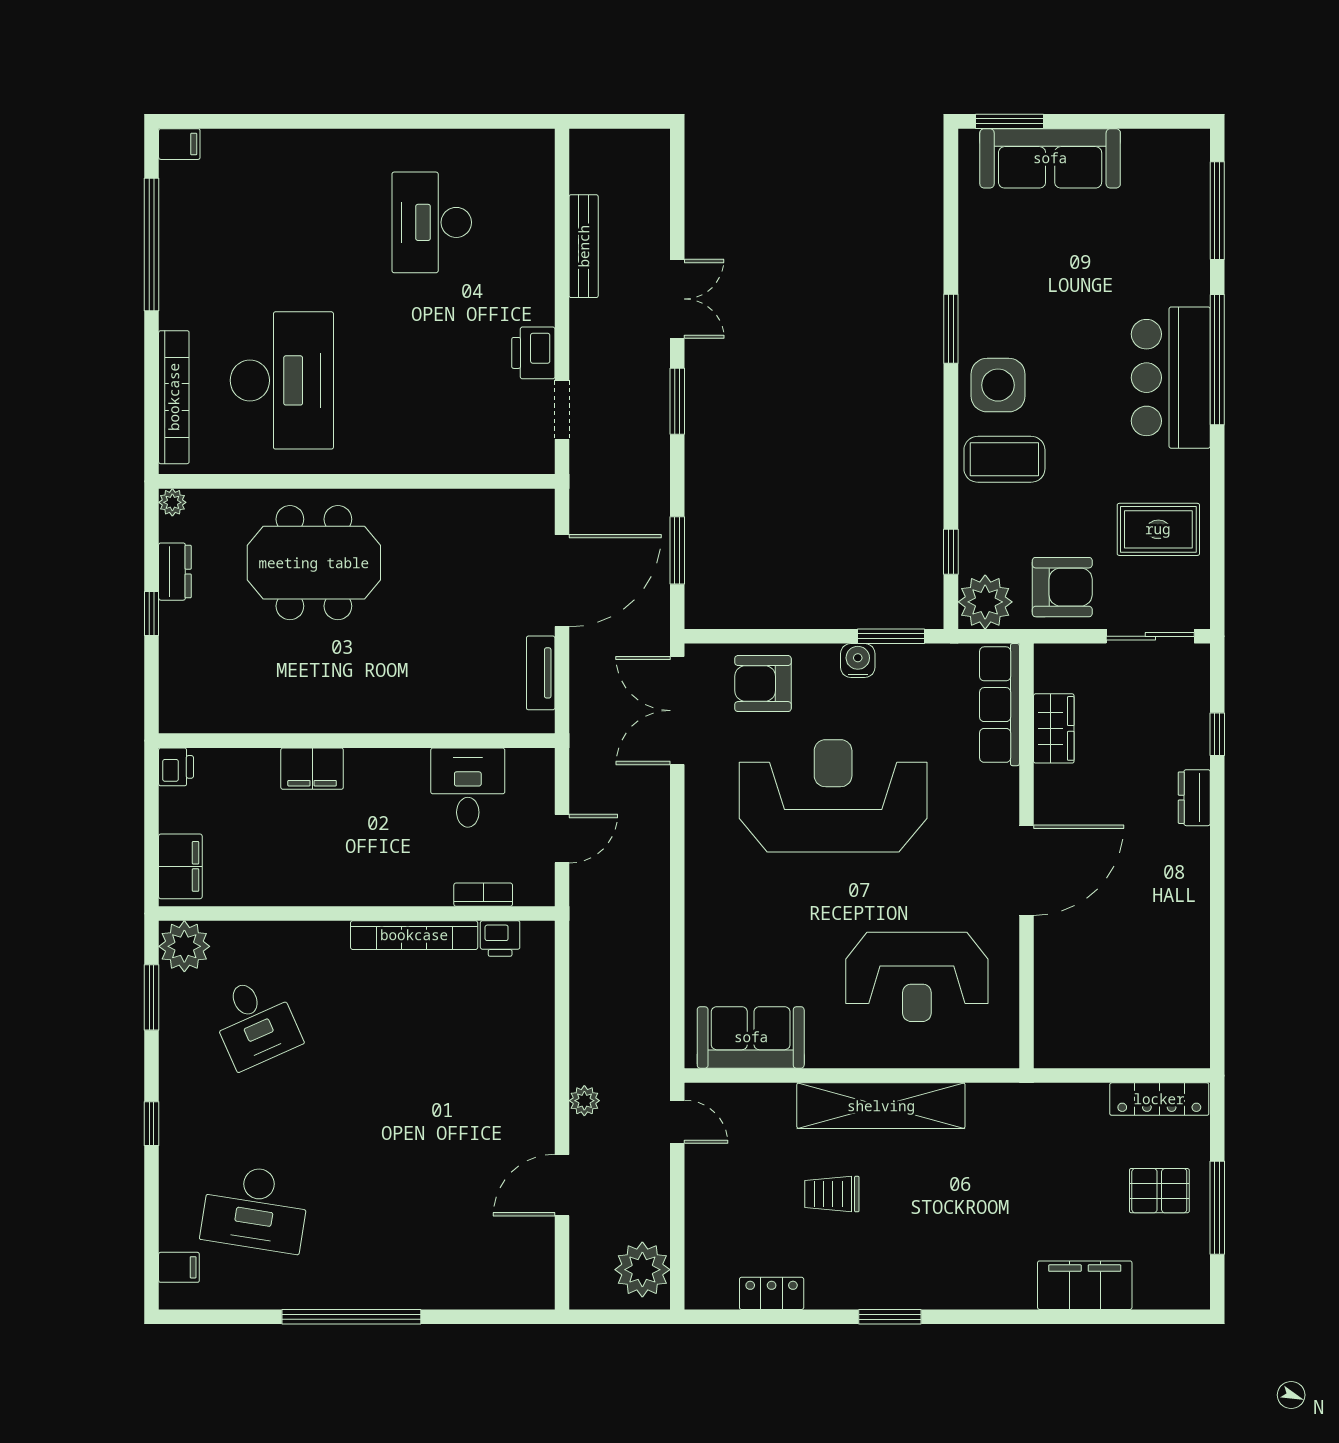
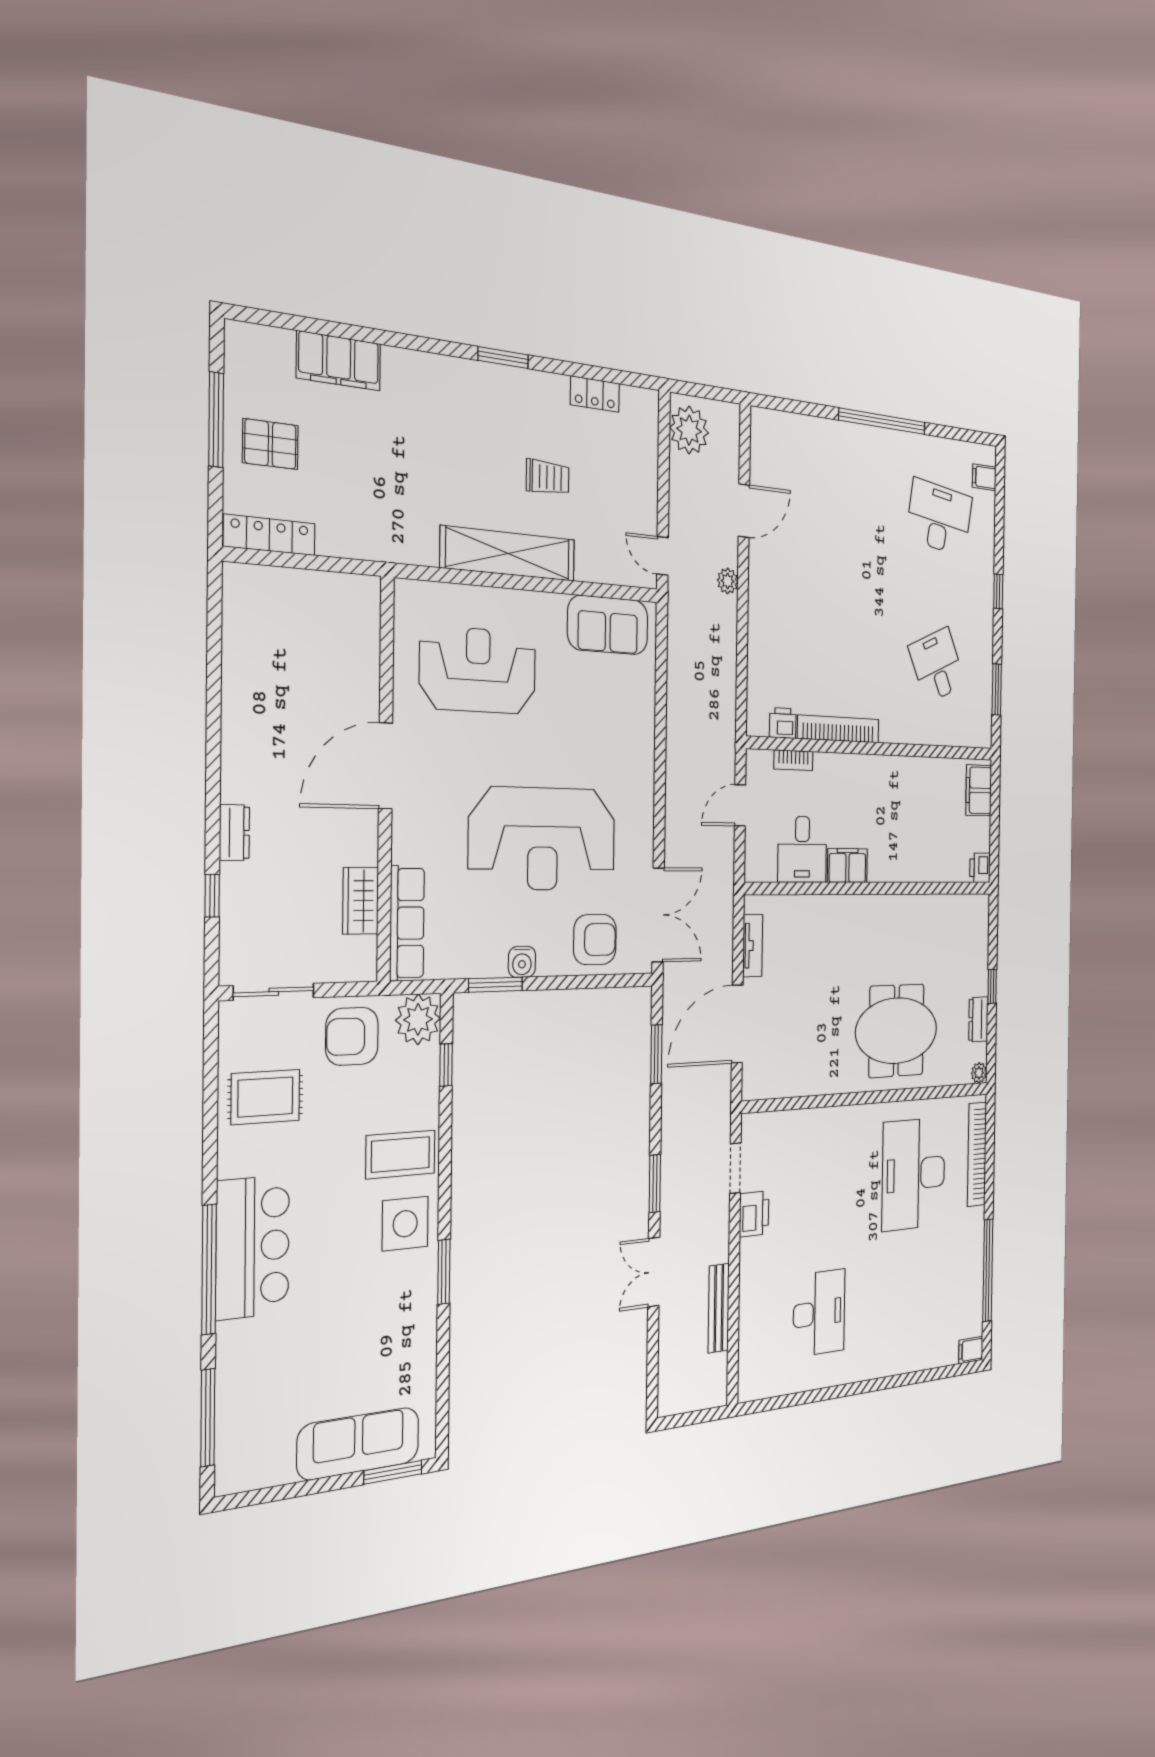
filing cabinet: (312, 769) -> (847, 866), moved
plant: (184, 946) -> (977, 728), removed

